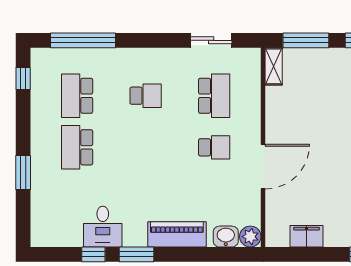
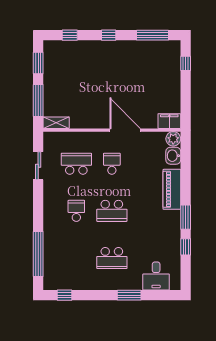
school desk: (77, 96) -> (112, 211), moved
desk: (103, 227) -> (156, 276), moved, turned 90
filing cabinet: (307, 236) -> (169, 121), moved, turned 90

